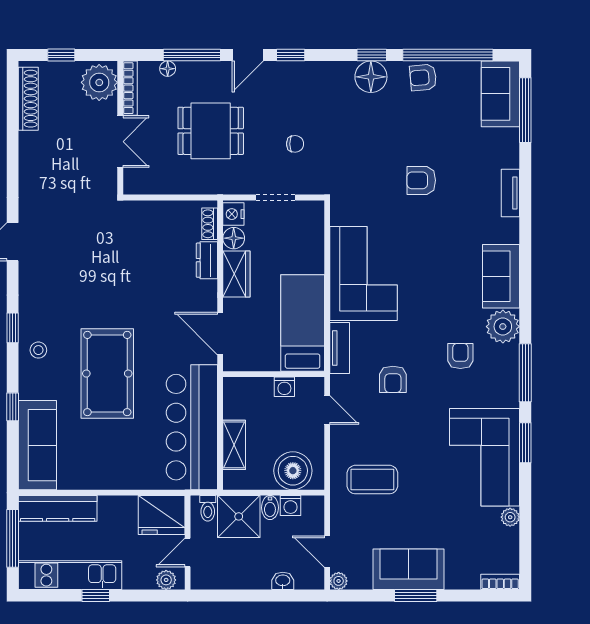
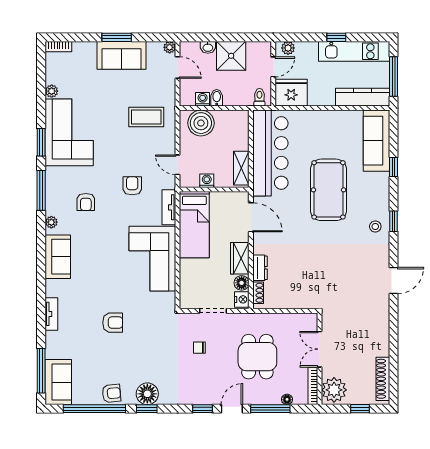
dining table: (211, 131) -> (257, 357), turned 90
plant: (503, 327) -> (51, 222), width x0.53, depth x0.53
stool: (38, 350) -> (375, 227), moved
shelving: (234, 445) -> (241, 168), moved
shower: (239, 516) -> (231, 56), moved

